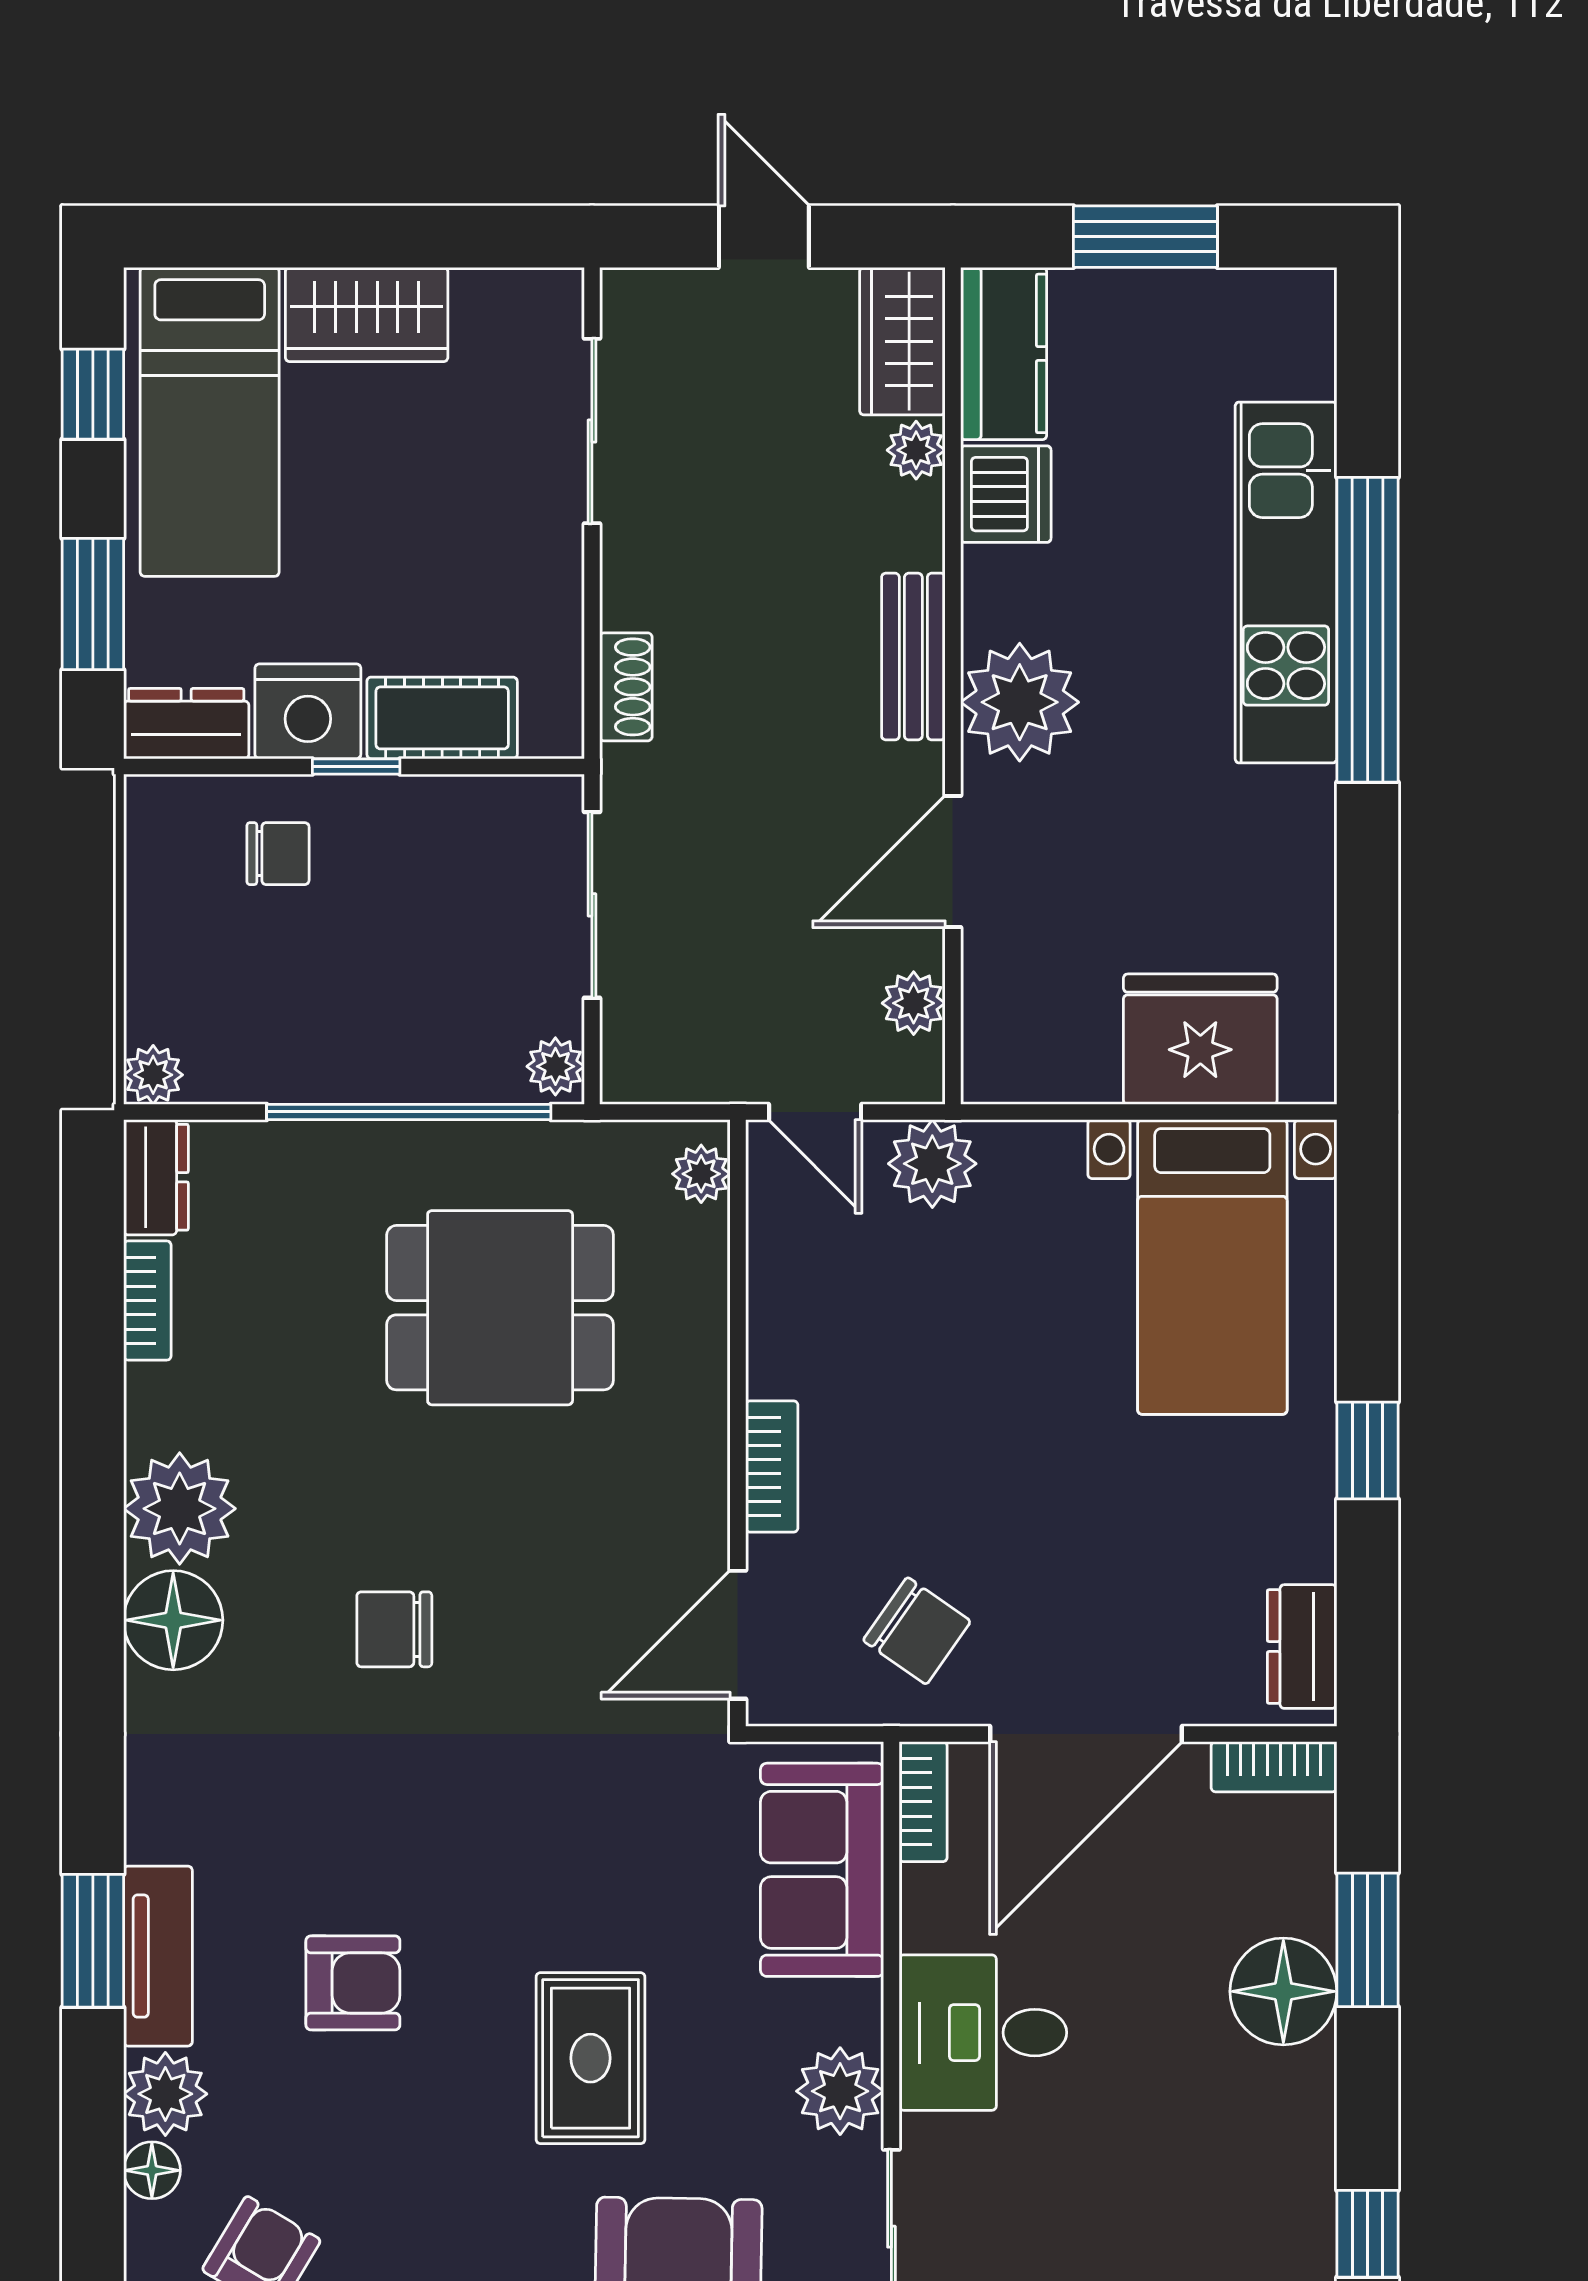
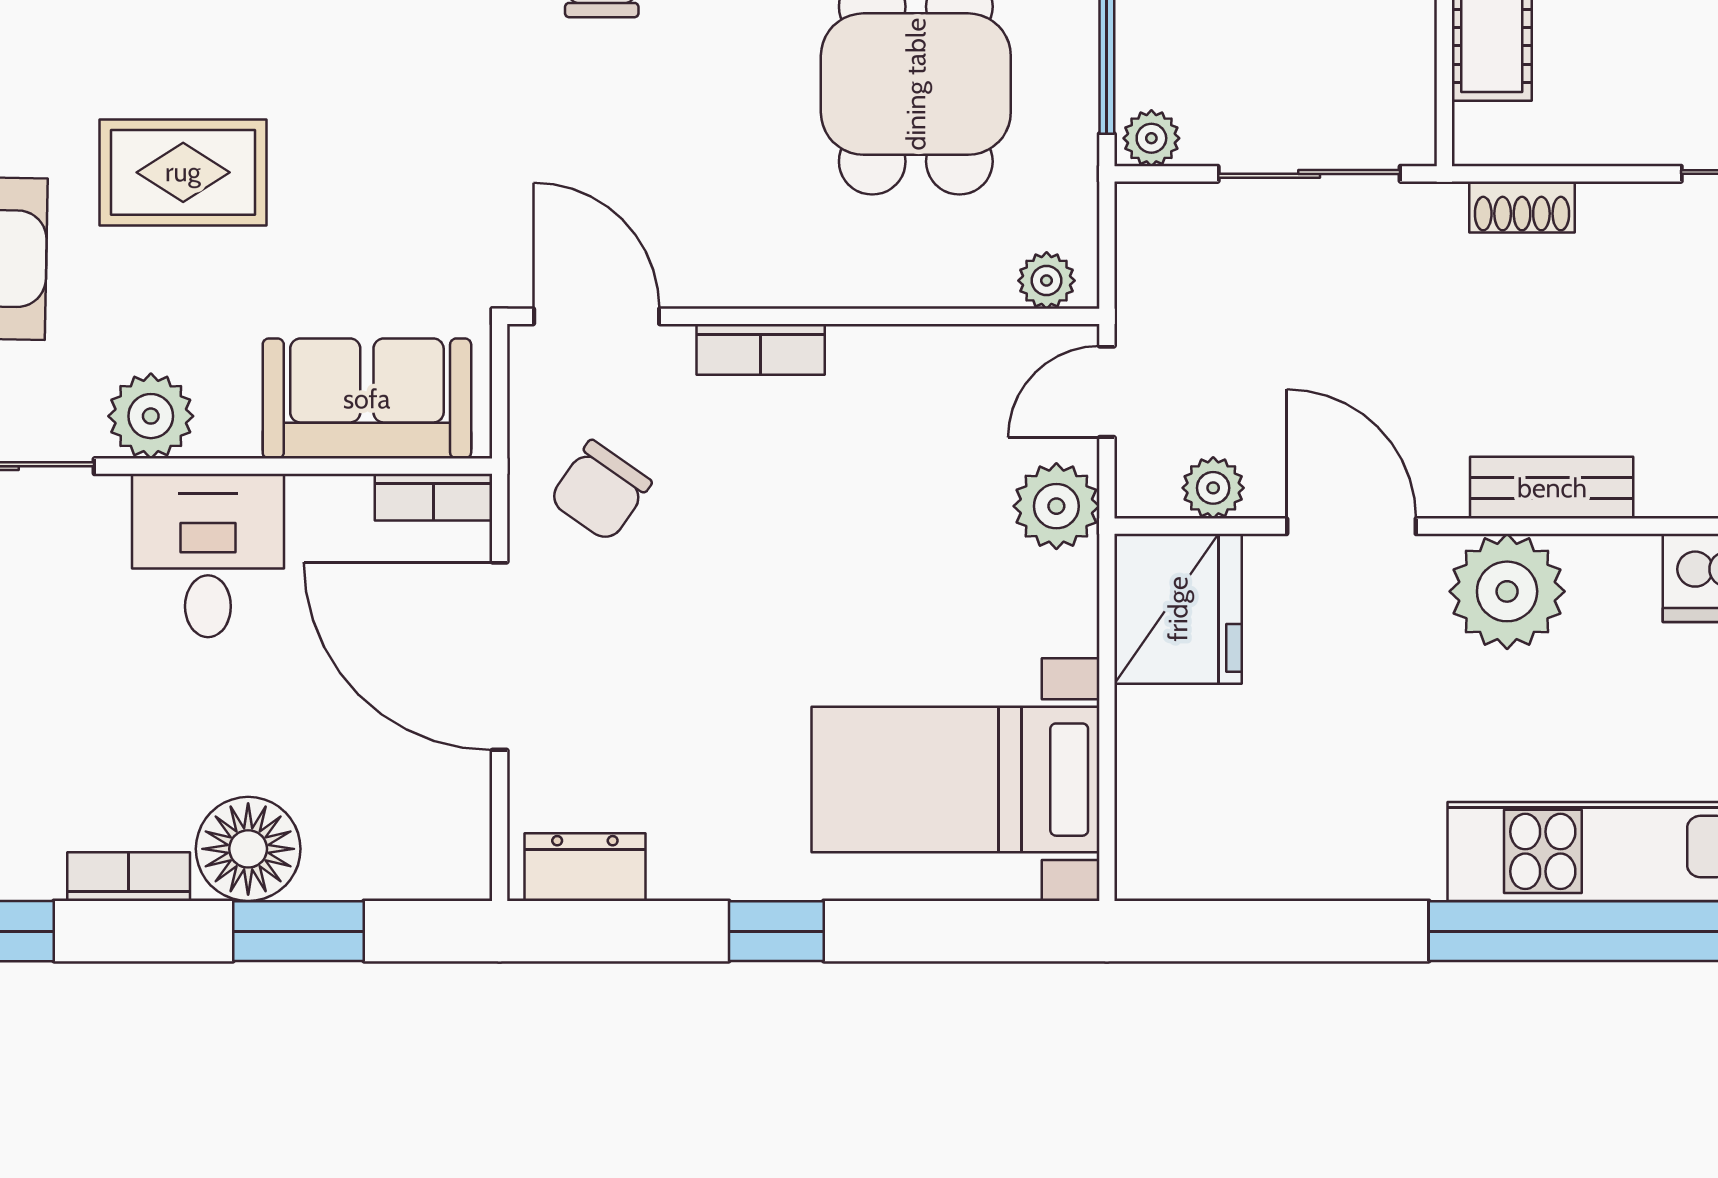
fridge: (1200, 1039) -> (1178, 609), moved
bookcase: (1274, 1767) -> (129, 877), moved, turned 90

